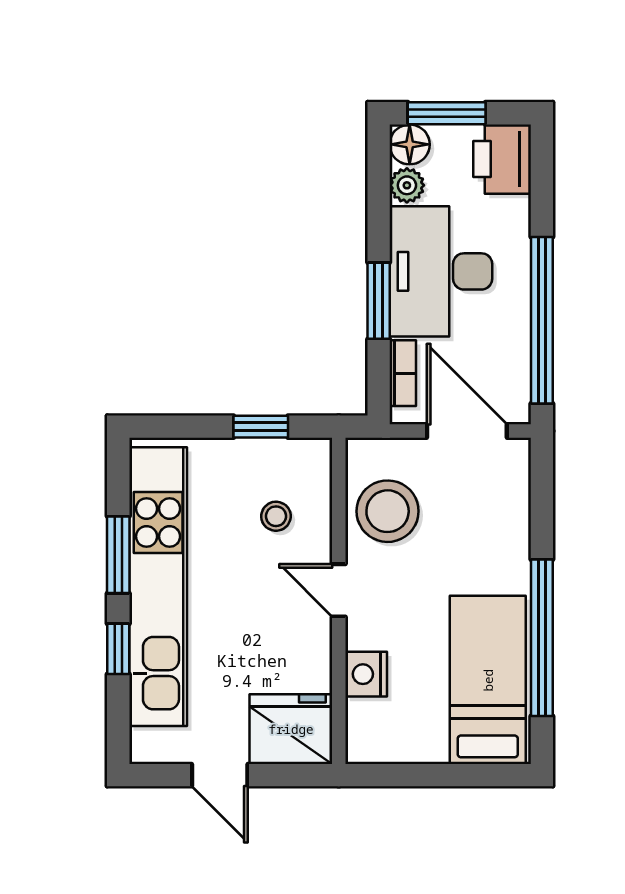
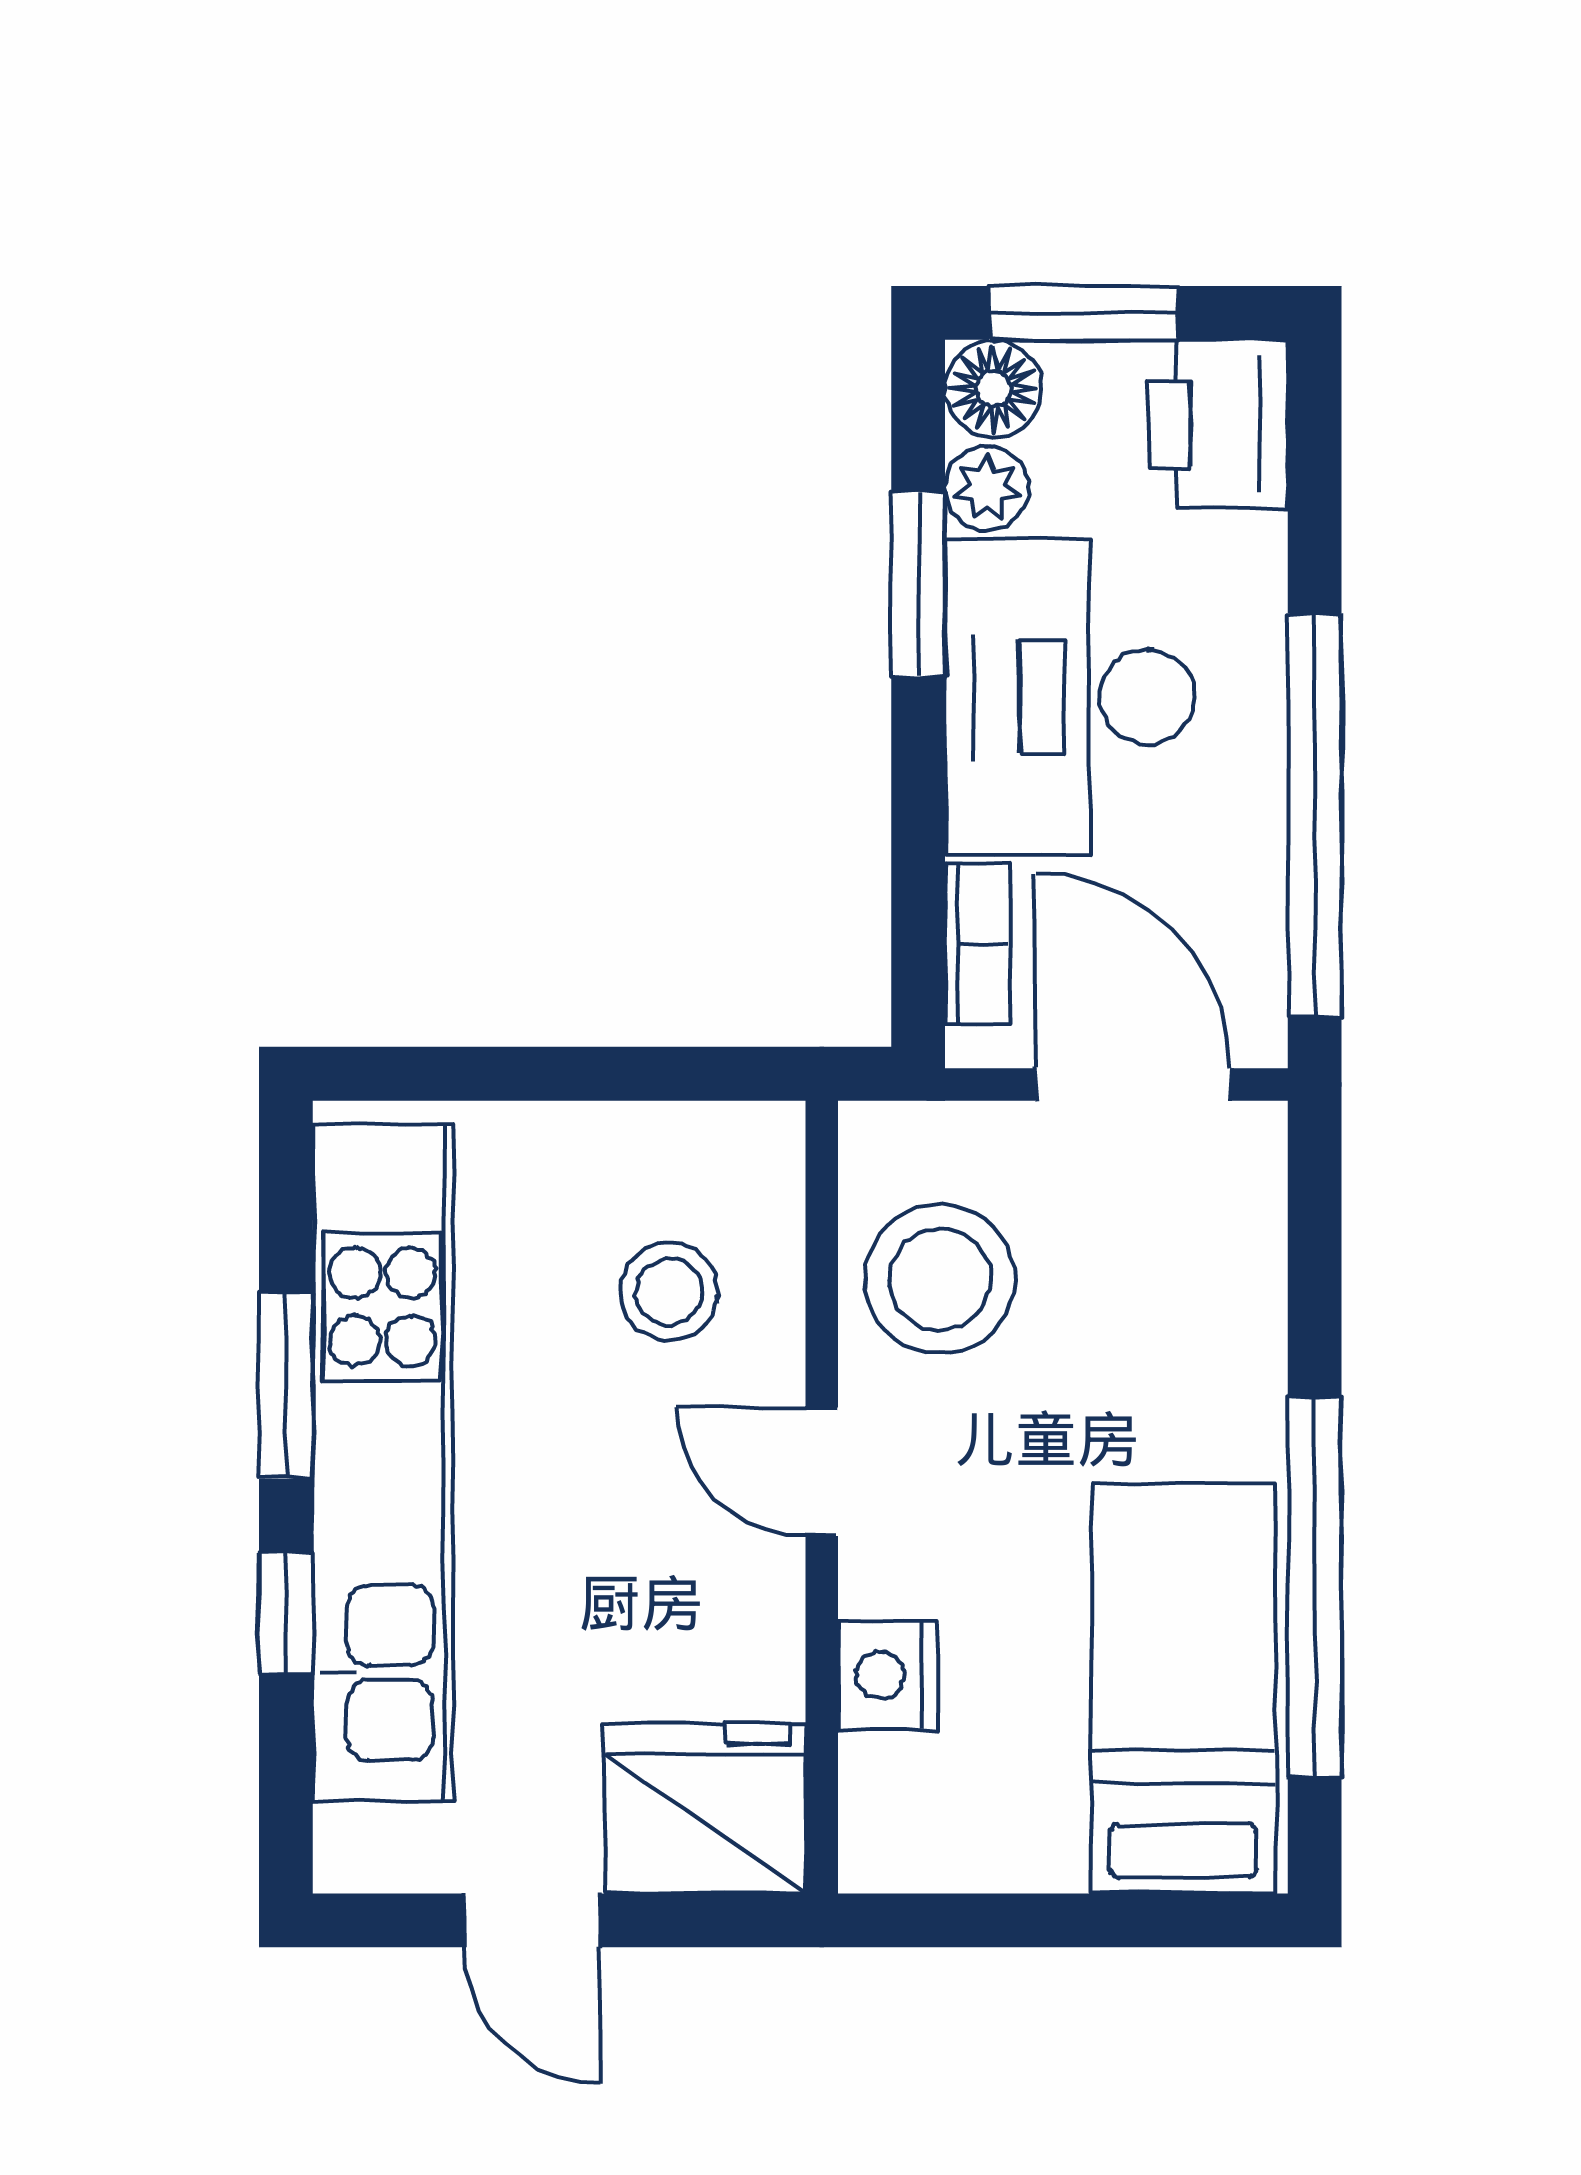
window: (379, 301) -> (918, 585), moved
window: (261, 427) -> (632, 1074), removed
stool: (276, 516) -> (669, 1292), width x1.37, depth x1.37

